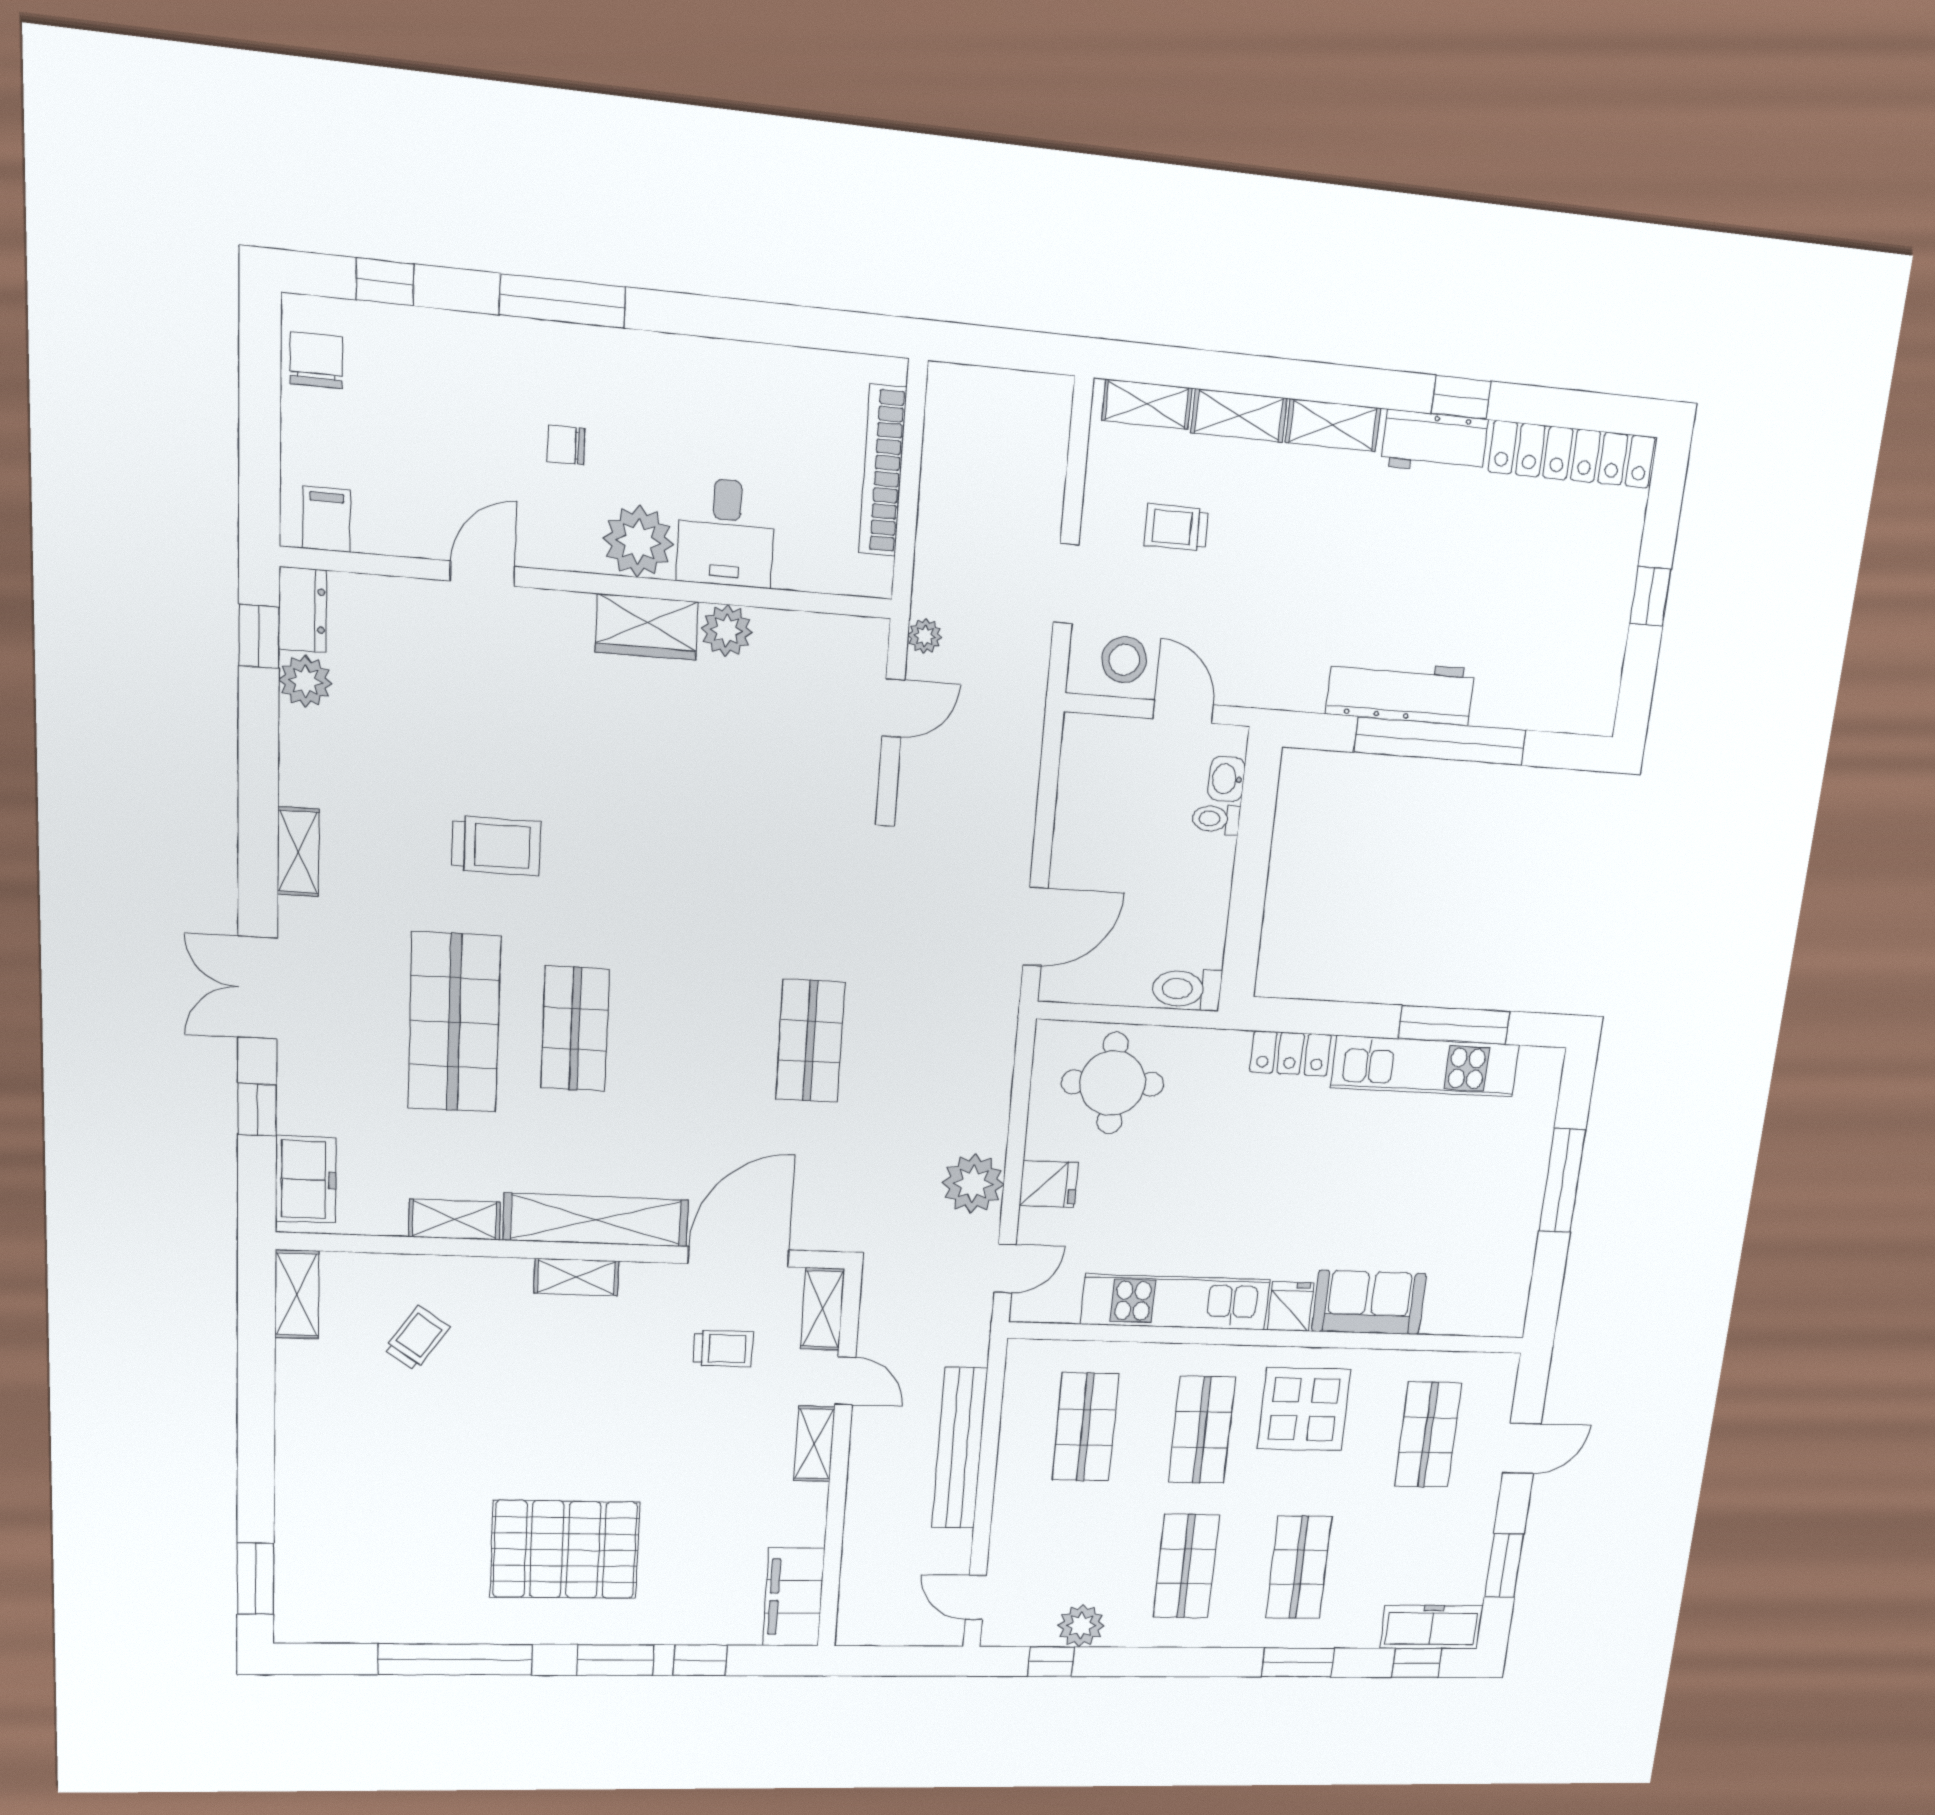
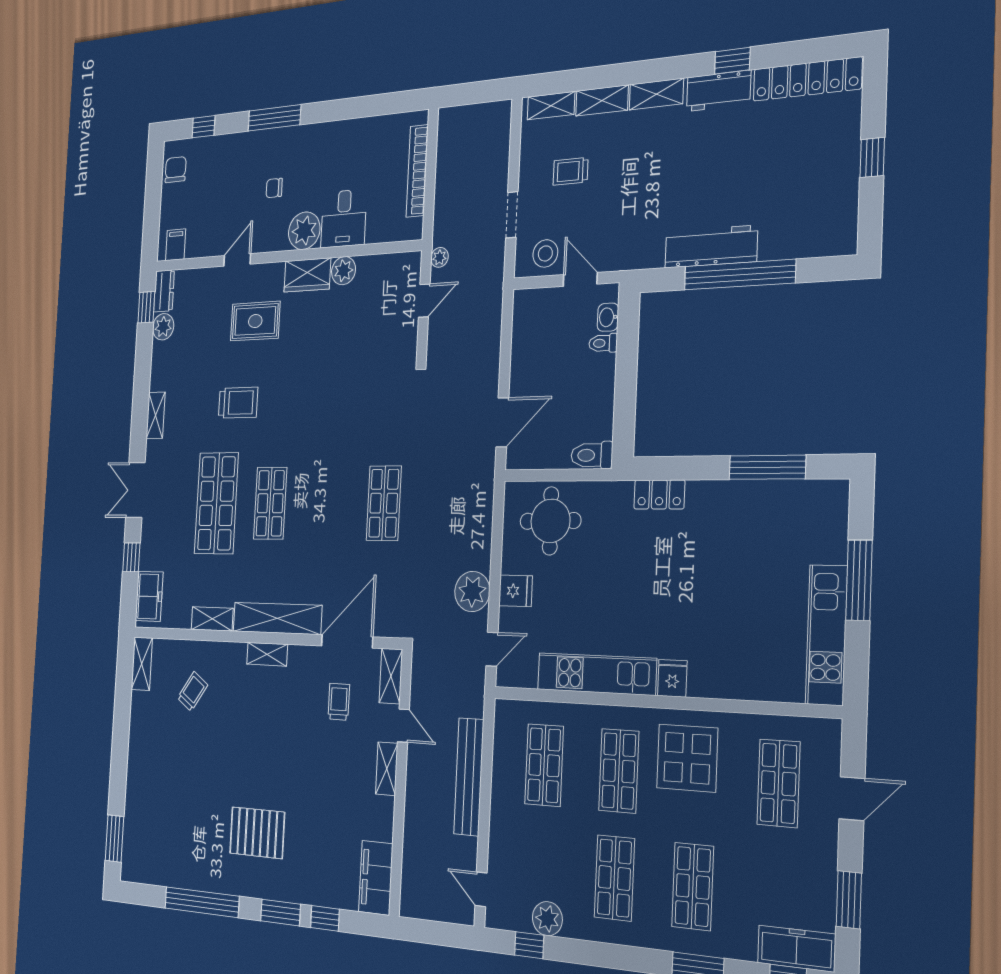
rug: (530, 698) -> (255, 321), added
kitchen unit: (1425, 1066) -> (826, 635), moved, turned 90
sofa: (1369, 1302) -> (726, 676), removed
trolley: (723, 1349) -> (339, 702), turned -90
pallet: (565, 1550) -> (257, 833), width x0.73, depth x0.71

